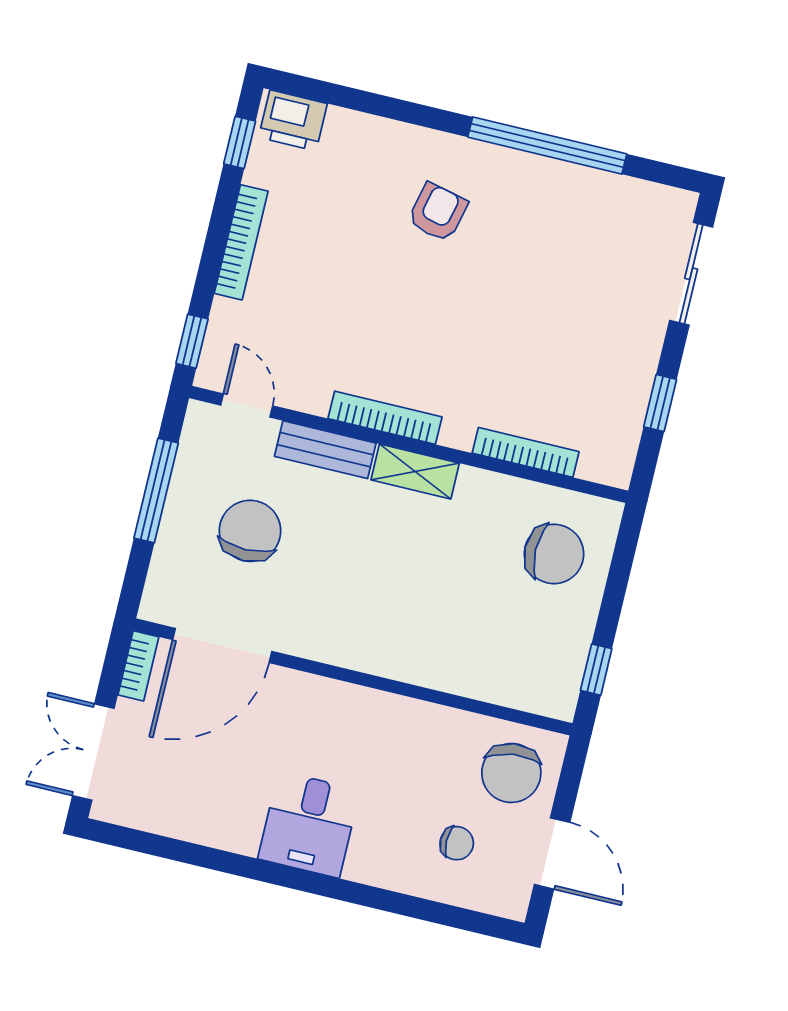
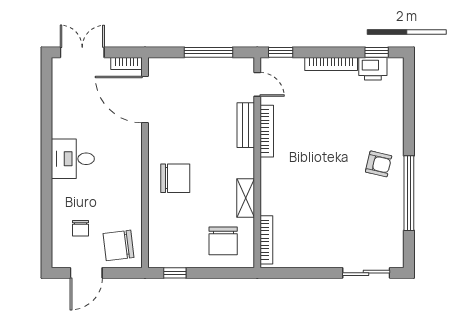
printer: (293, 120) -> (373, 69), moved, turned -90
armchair: (438, 212) -> (379, 164), moved
window: (660, 403) -> (304, 273), removed
door: (247, 405) -> (257, 84), hinge flipped
bookcase: (385, 418) -> (267, 131), moved
bookcase: (526, 452) -> (266, 240), moved
shelving: (415, 471) -> (246, 198), moved
chair: (250, 531) -> (175, 178), moved

